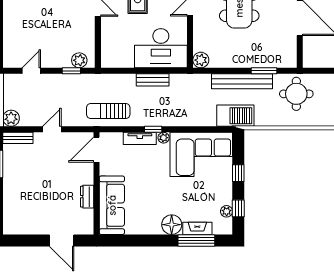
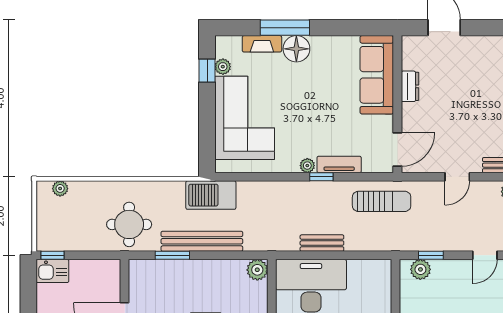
corner sofa: (201, 154) -> (245, 118), moved, turned 90
window: (238, 173) -> (207, 118), removed
window: (196, 240) -> (285, 28), moved

